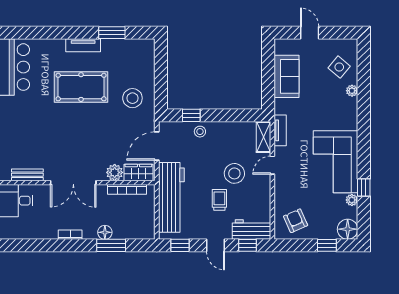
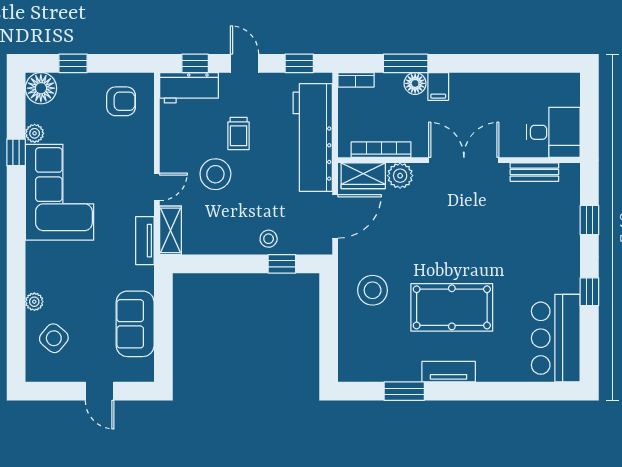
armchair: (296, 221) -> (121, 101), turned -66
filing cabinet: (90, 230) -> (438, 86), added
bookcase: (70, 235) -> (356, 80), moved

